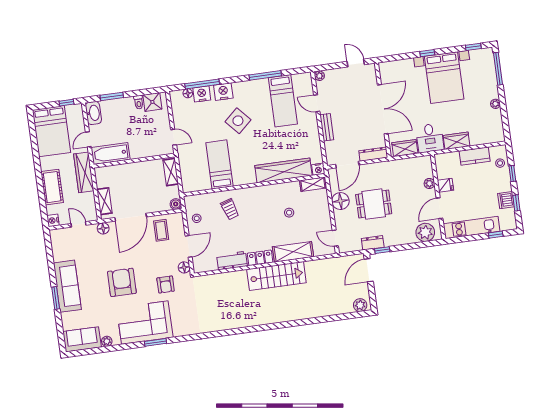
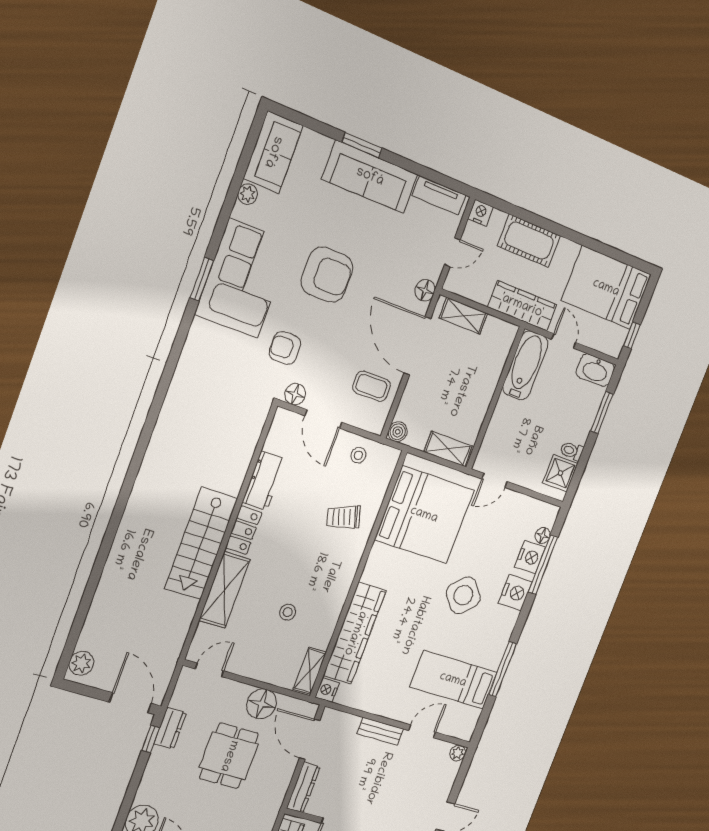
bed: (219, 164) -> (424, 515), width x2.04
tv unit: (57, 247) -> (439, 195), added

